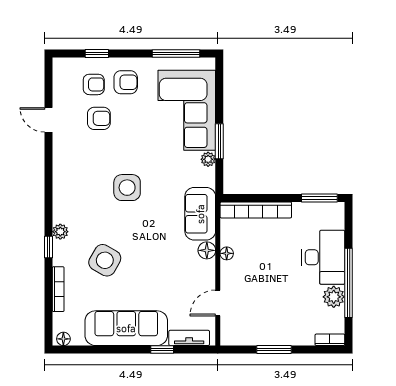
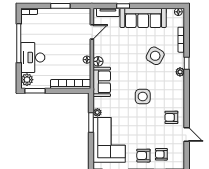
armchair: (99, 118) -> (171, 117), moved
plant: (334, 297) -> (27, 80), moved

